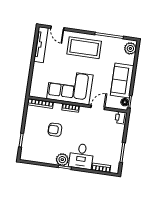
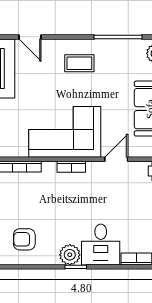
coffee table: (84, 48) -> (79, 63), width x0.54, depth x0.58
armchair: (55, 130) -> (24, 239), moved

